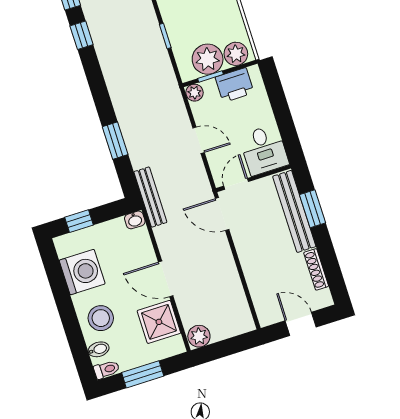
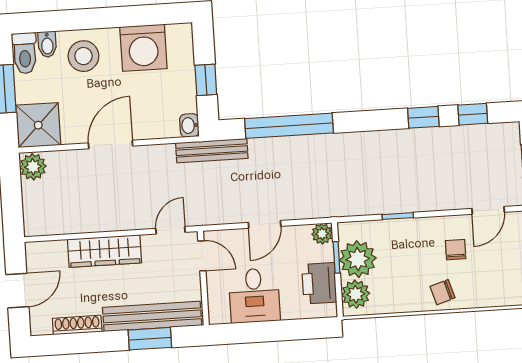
window: (115, 141) -> (289, 126), width x2.11
desk: (264, 150) -> (254, 296), moved, turned -90
door: (222, 214) -> (170, 230), width x0.73
window: (79, 221) -> (206, 80), moved
wardrobe: (252, 262) -> (105, 251), added
shower: (159, 322) -> (38, 125), moved
toilet: (107, 369) -> (25, 53), width x1.37, depth x1.39

